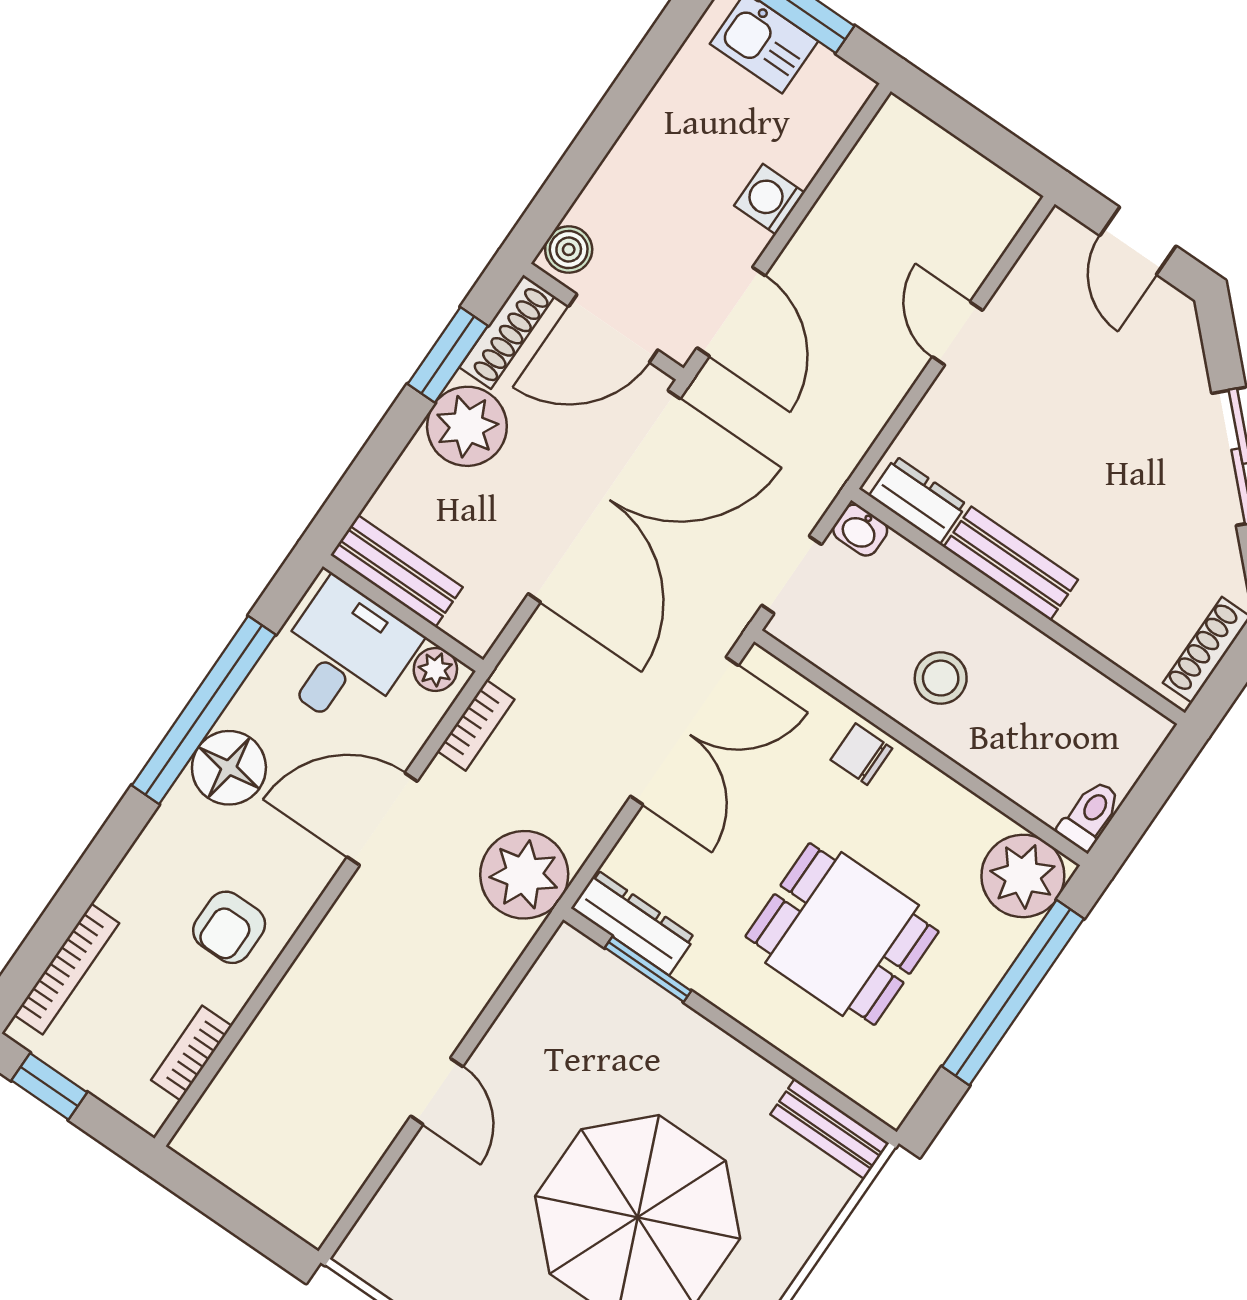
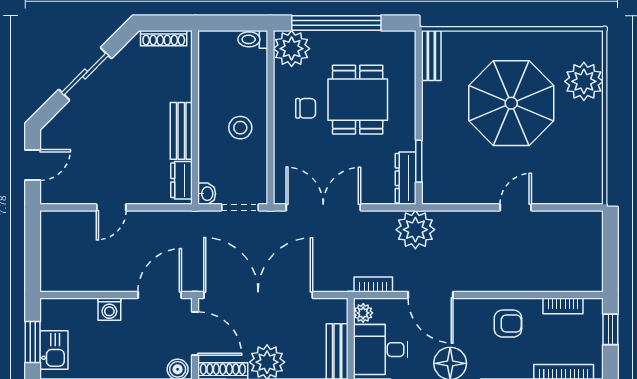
chair: (861, 754) -> (306, 108), moved, turned -90
window: (49, 1086) -> (610, 329), moved

